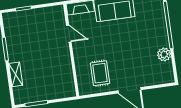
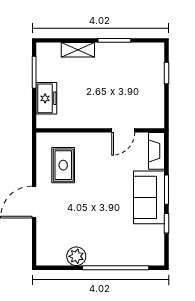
rug: (100, 73) -> (63, 165), turned 90
freezer: (54, 92) -> (46, 98), added

